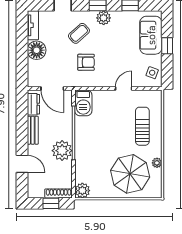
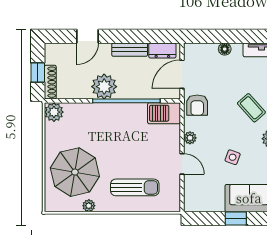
floor lamp: (37, 50) -> (225, 49), width x0.53, depth x0.53
armchair: (86, 62) -> (197, 105), moved
side table: (152, 73) -> (233, 157), moved
plant: (103, 82) -> (190, 138), added

